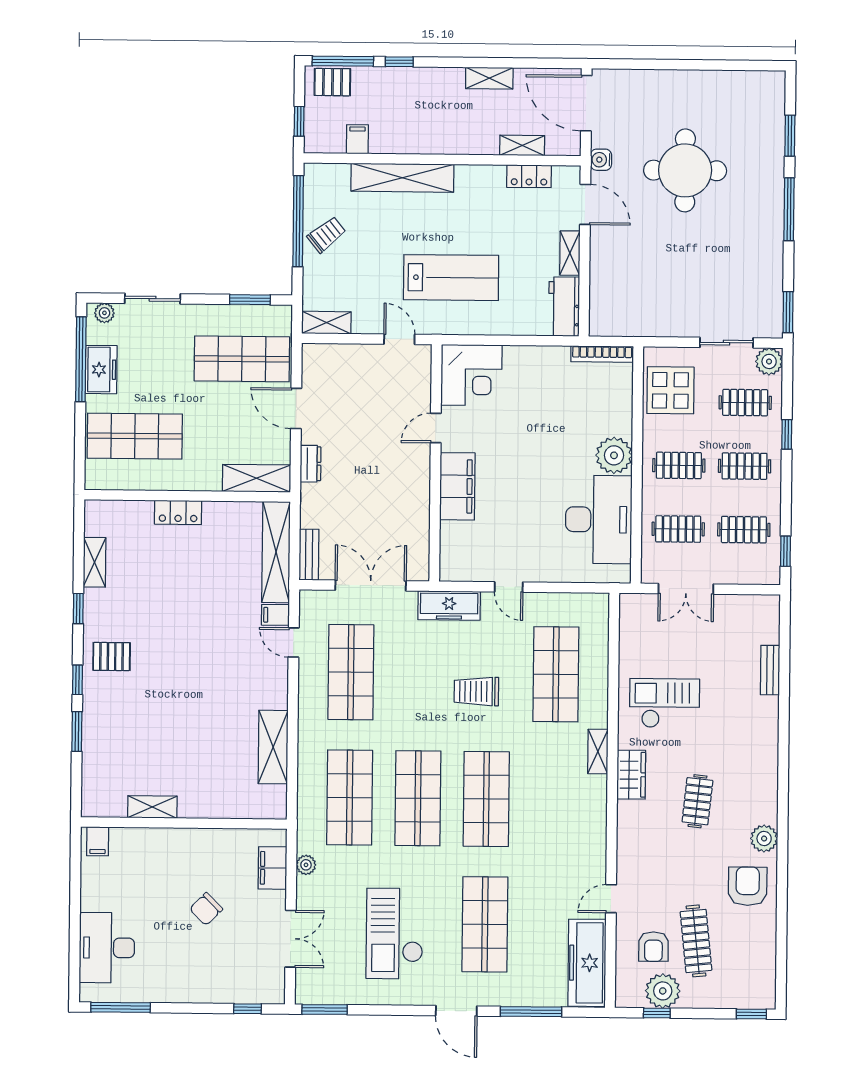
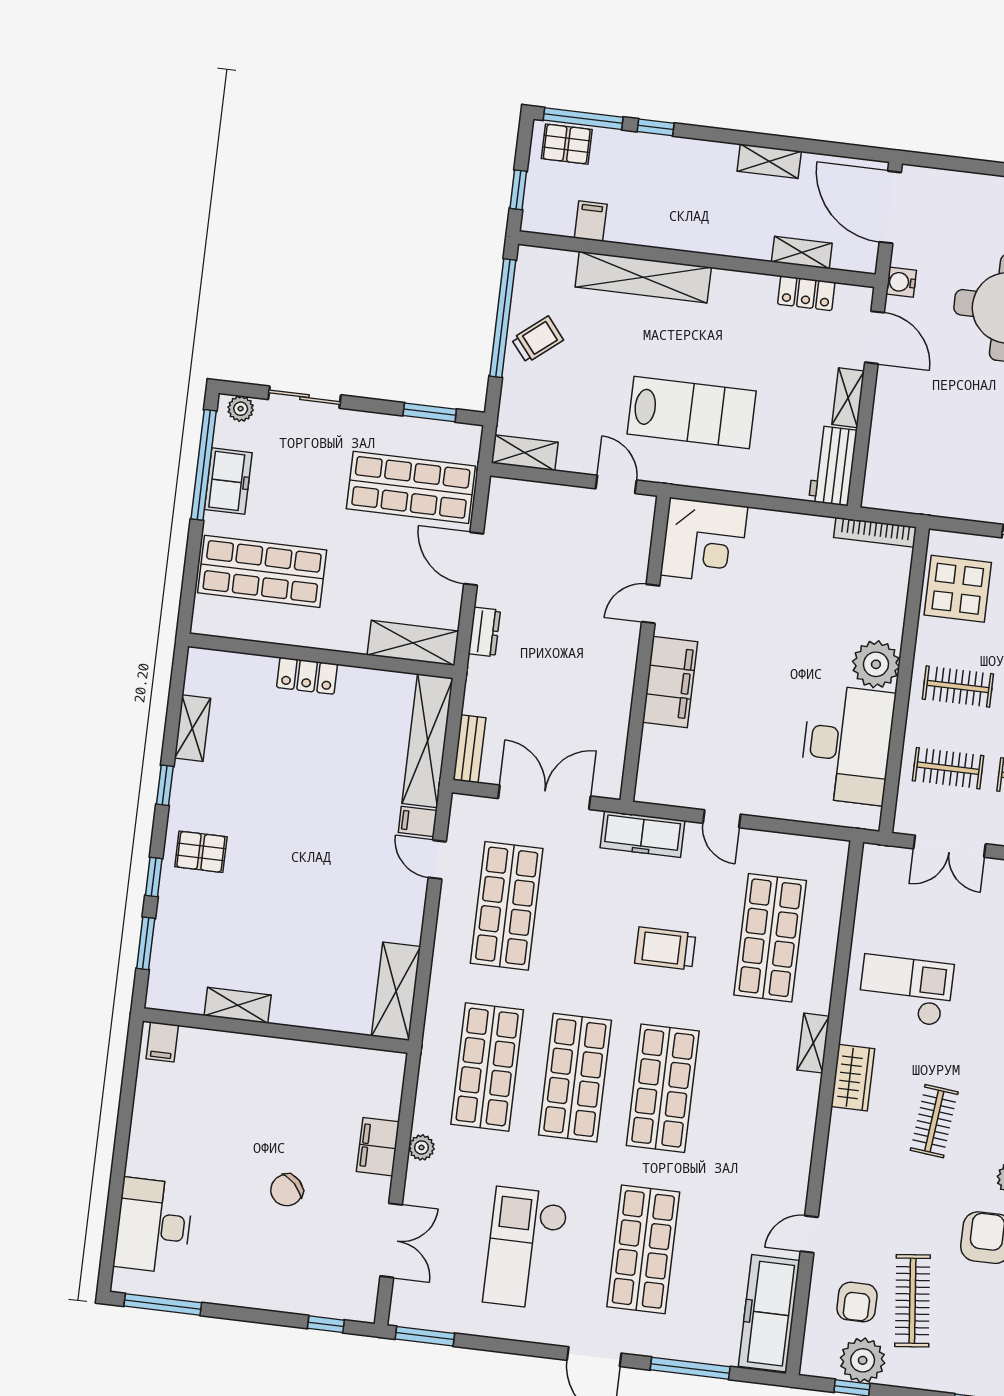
shelving: (152, 807) -> (238, 1005), moved
wall: (184, 823) -> (276, 1031), moved
filing cabinet: (98, 841) -> (162, 1042), moved

